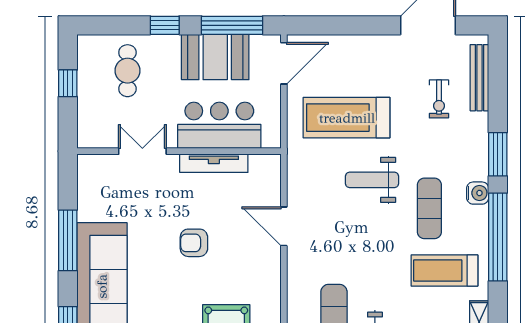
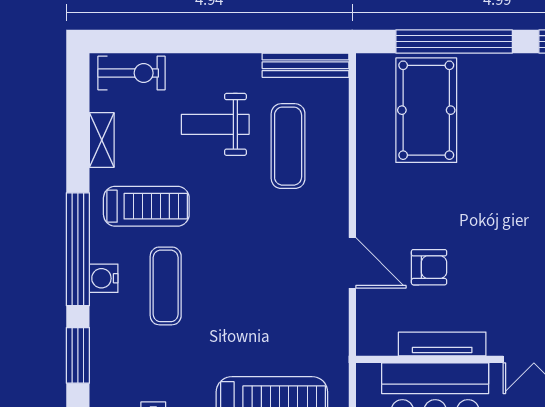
weight bench: (372, 180) -> (239, 322), removed
water cooler: (478, 193) -> (104, 278), moved
armchair: (194, 243) -> (429, 267), moved

